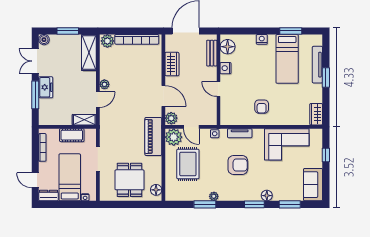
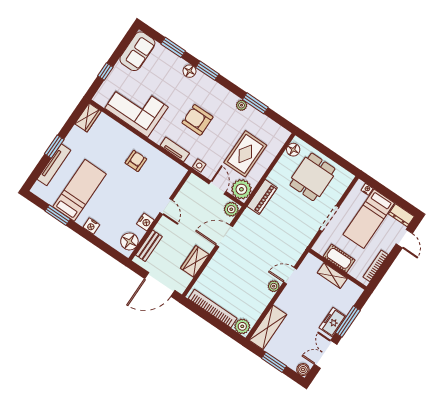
double door: (35, 61) -> (326, 354), swing flipped
door: (163, 96) -> (224, 236), hinge flipped
shelving: (84, 120) -> (332, 276), moved
piano: (153, 136) -> (262, 197), width x0.73, depth x0.75

